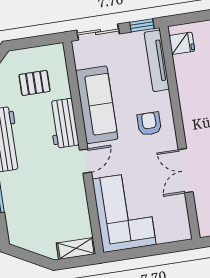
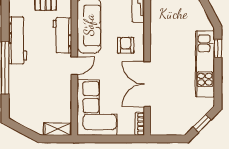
double door: (186, 171) -> (147, 84), width x1.37
bookcase: (184, 225) -> (140, 124), added

